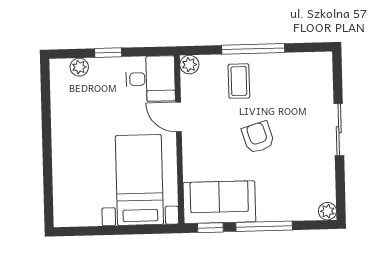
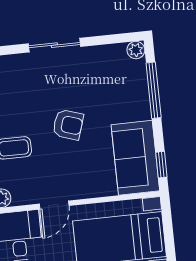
armchair: (258, 137) -> (68, 125), turned -145
window: (264, 226) -> (154, 90), moved

